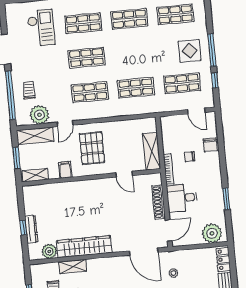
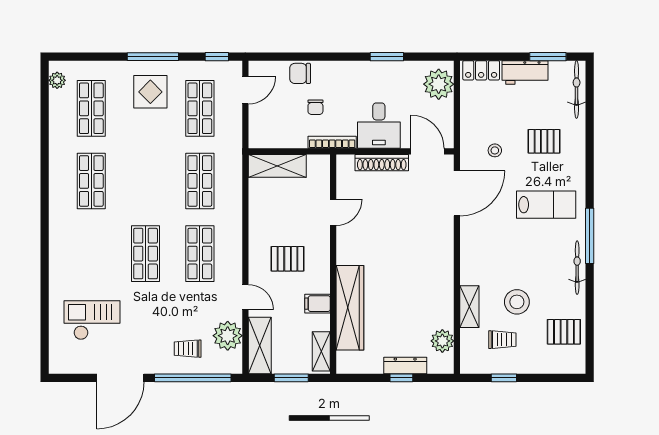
shop shelf: (83, 23) -> (91, 254), removed
window: (215, 80) -> (217, 57), moved
chair: (210, 145) -> (300, 73), turned 180
pallet: (92, 148) -> (288, 259), width x0.67, depth x0.71
shelving: (152, 151) -> (277, 166), moved
wardrobe: (84, 247) -> (350, 308), moved, turned 180

